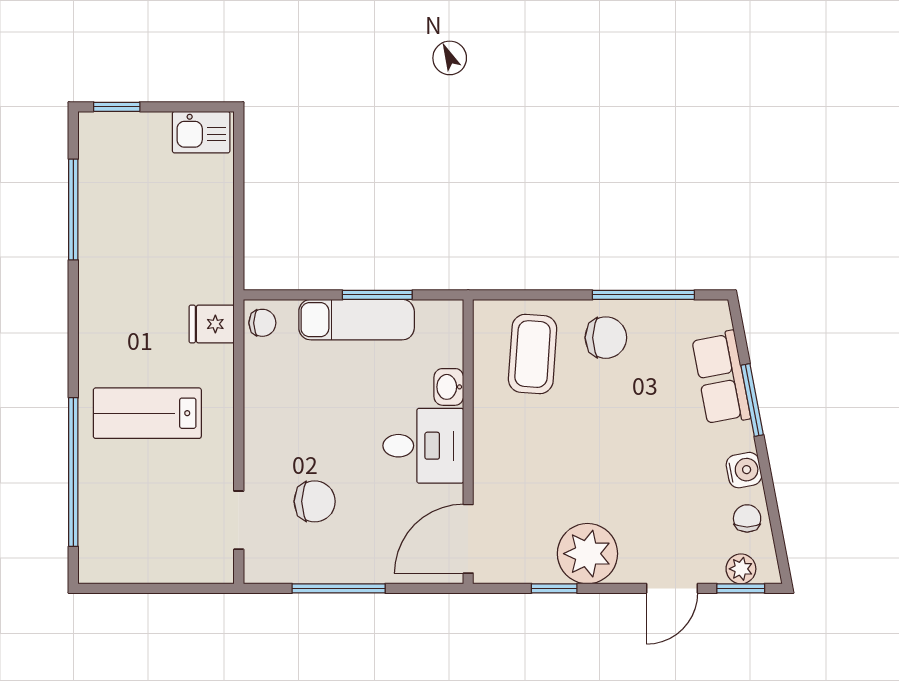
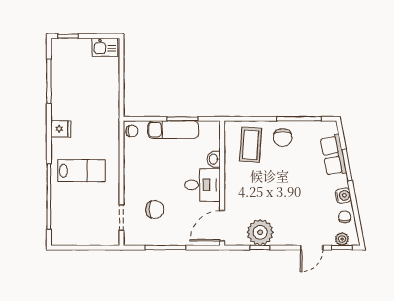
fridge: (212, 324) -> (61, 129), moved, turned 180
chair: (606, 338) -> (283, 138), turned 90
lab bench: (147, 413) -> (81, 171), turned 180
plant: (587, 554) -> (260, 232), moved

